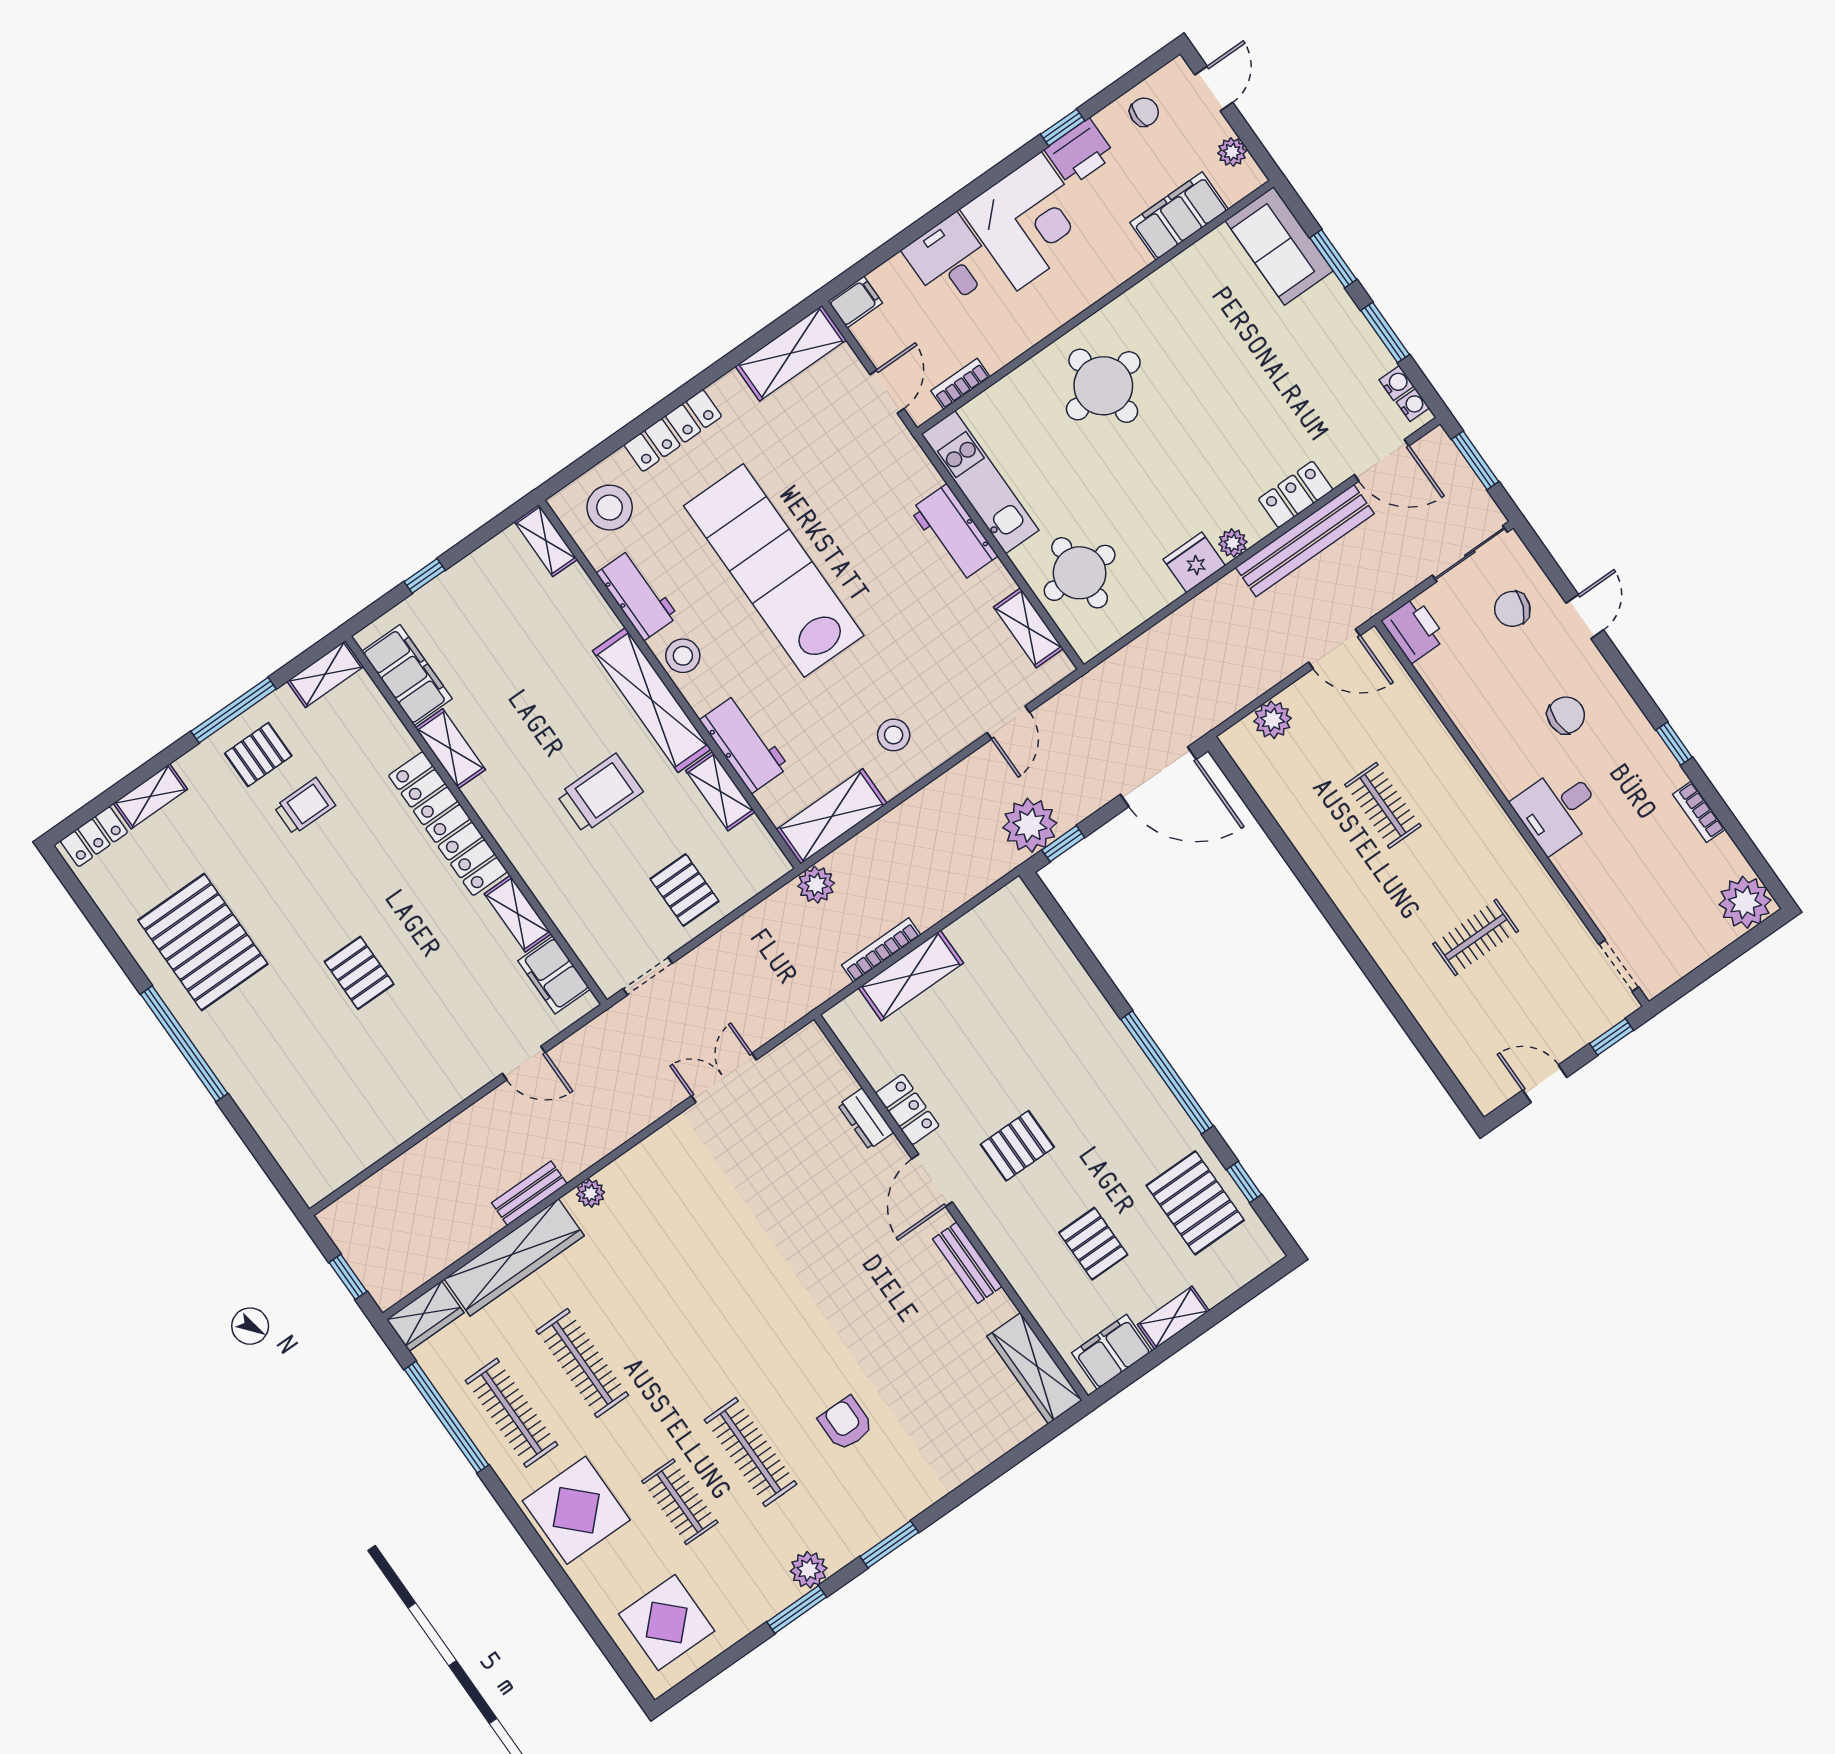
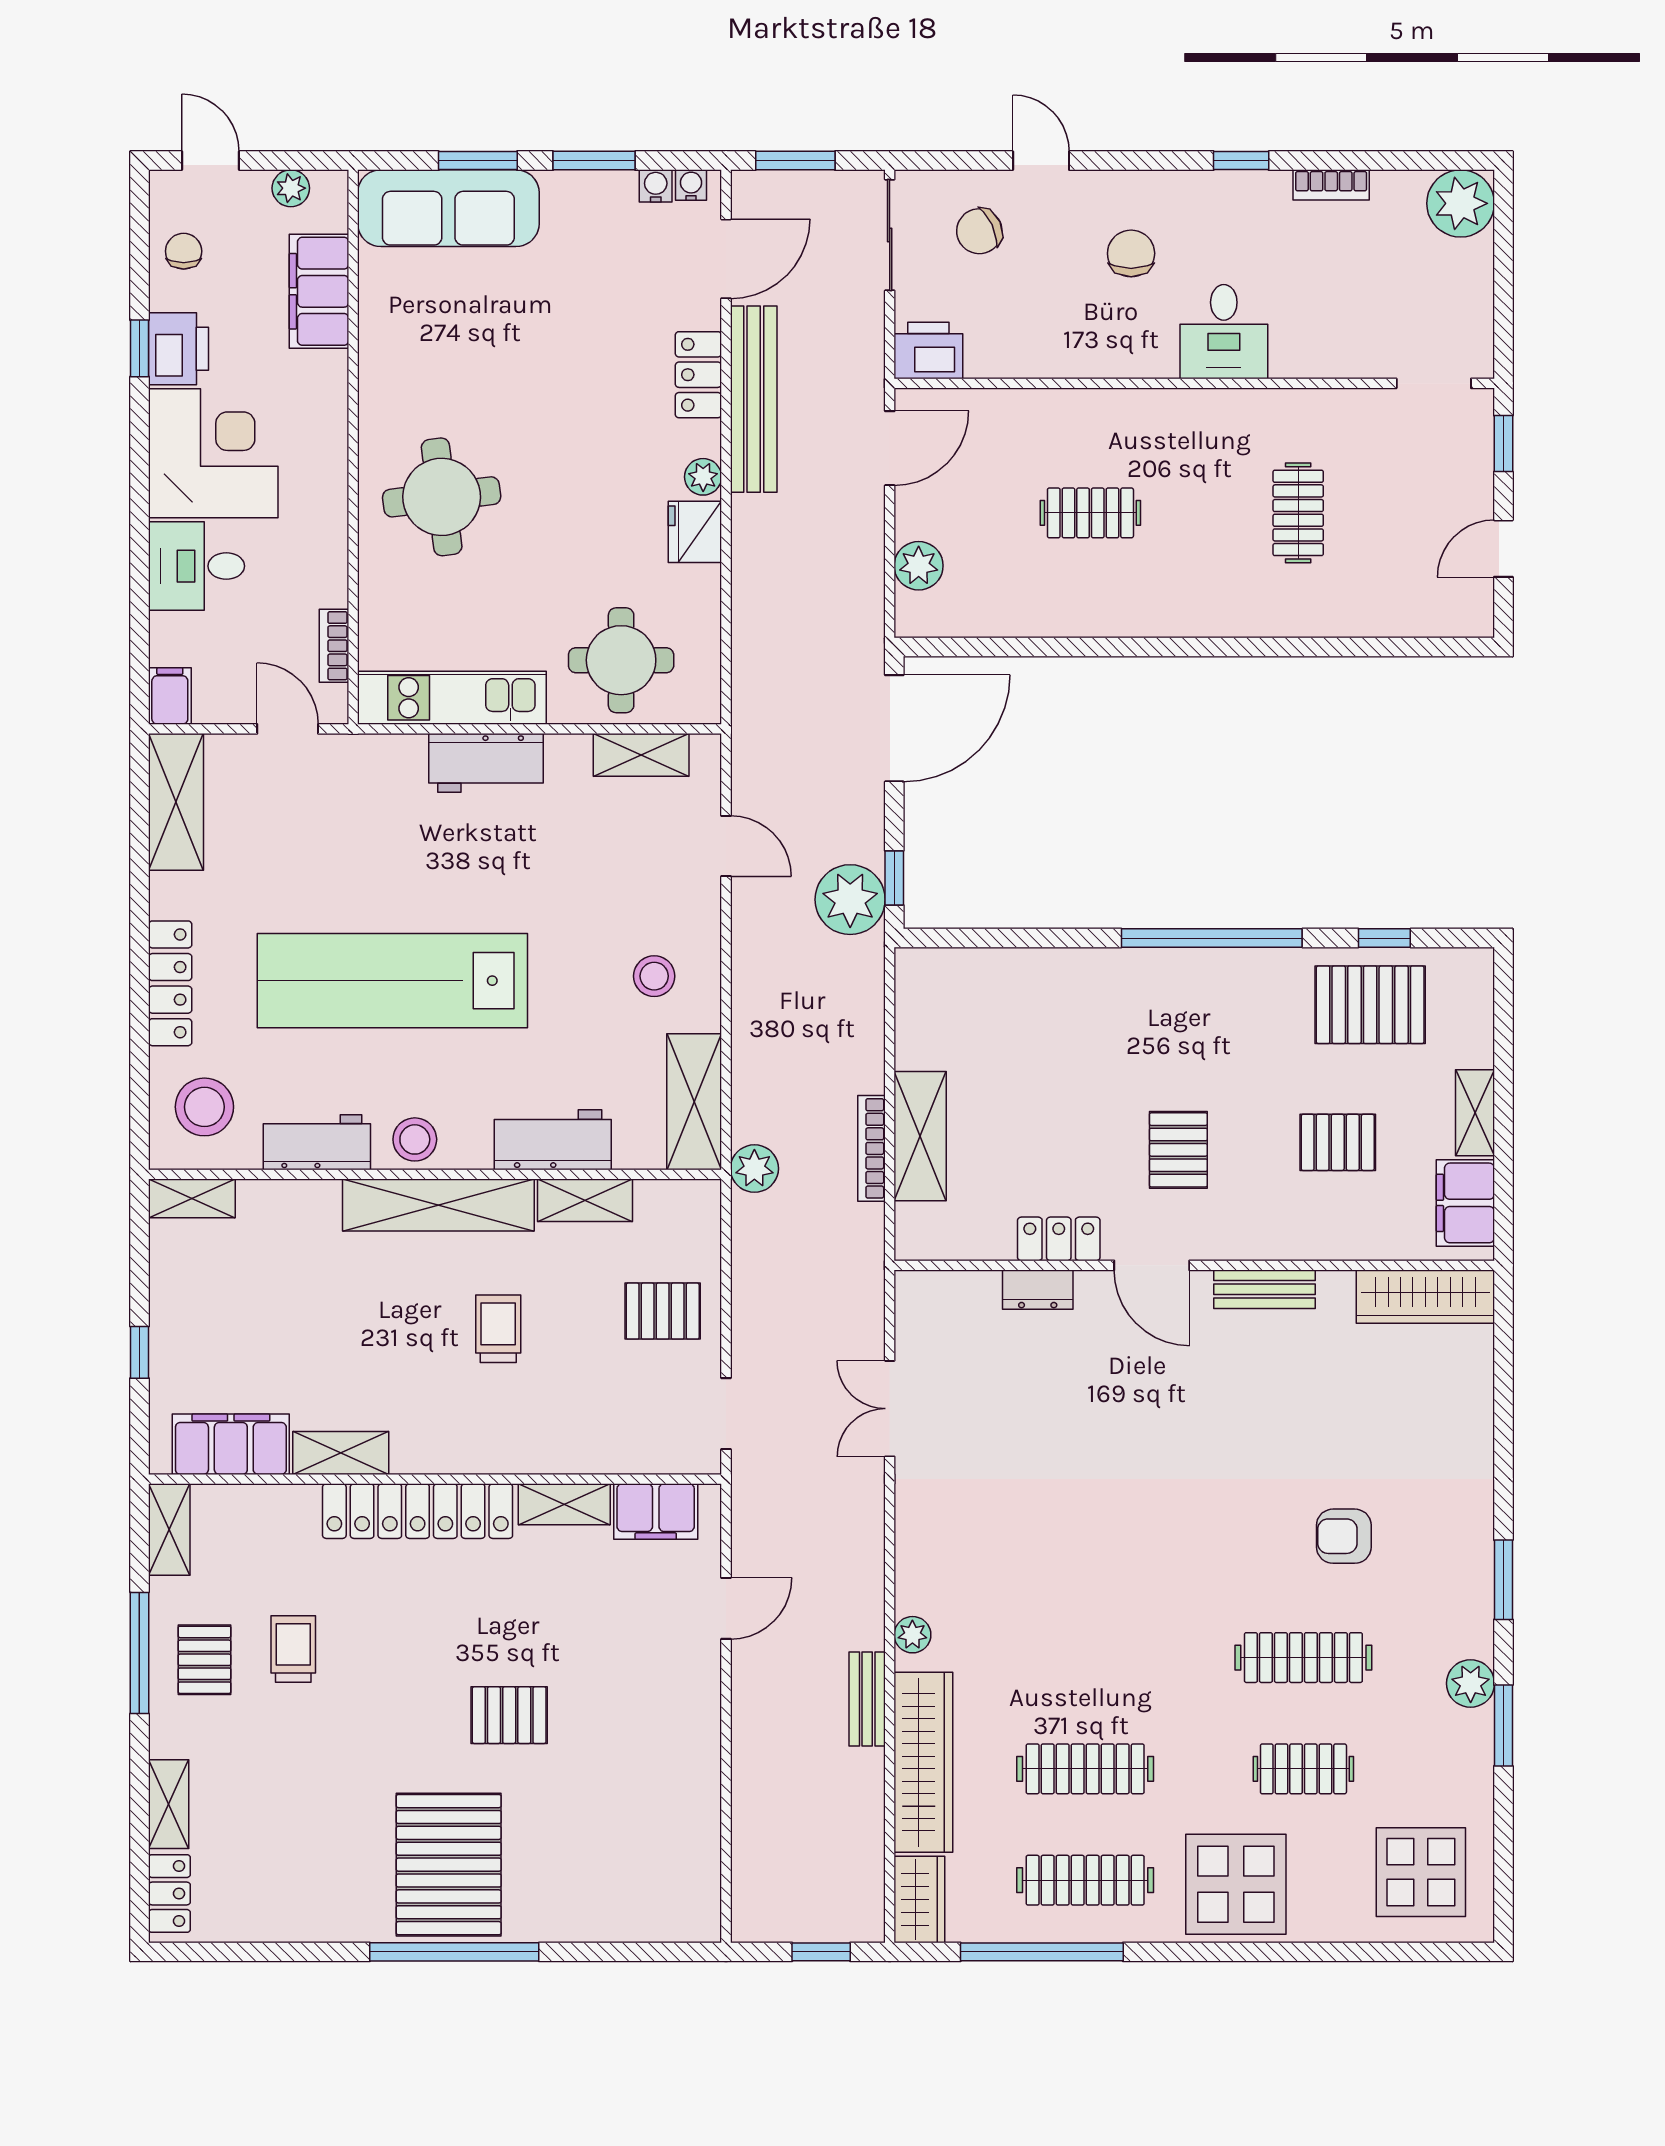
sofa: (1279, 246) -> (448, 208), width x1.36
chair: (1512, 609) -> (979, 231), turned 43
trolley: (600, 793) -> (498, 1329), width x0.73, depth x0.72
pallet: (203, 942) -> (449, 1865), moved, turned 90

